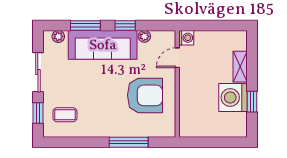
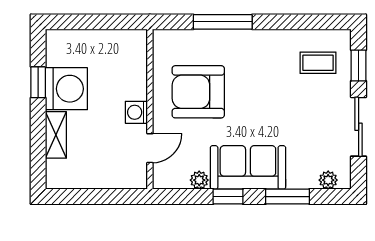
washing machine: (186, 38) -> (136, 112), moved
sofa: (103, 45) -> (248, 167), width x0.73

